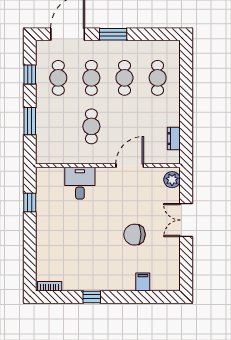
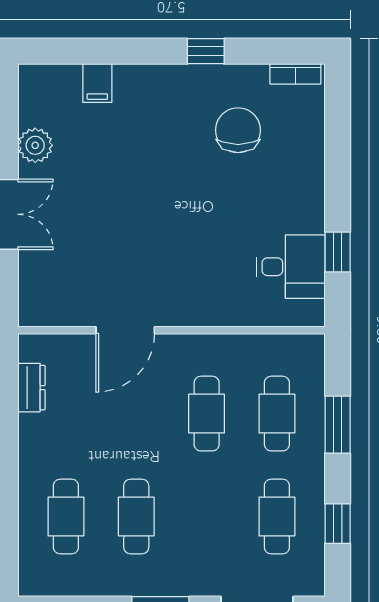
cafe table: (91, 78) -> (277, 414), moved
plant: (172, 180) -> (35, 145), moved
desk: (80, 183) -> (291, 267), moved, turned -90
chair: (134, 235) -> (238, 130), moved, turned -90

